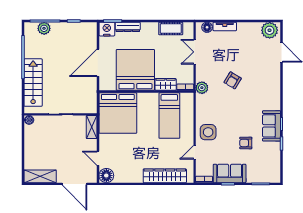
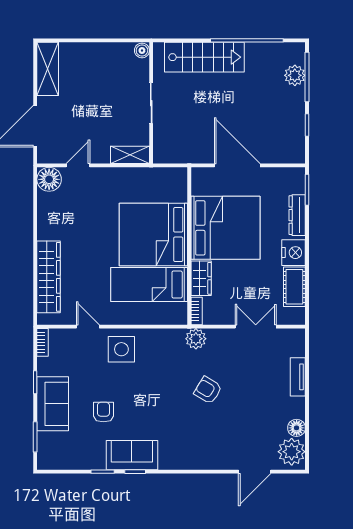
floor lamp: (207, 27) -> (297, 428), moved
nightstand: (107, 29) -> (294, 253), moved
bed: (118, 113) -> (153, 235), moved
sofa: (230, 173) -> (53, 404), moved

